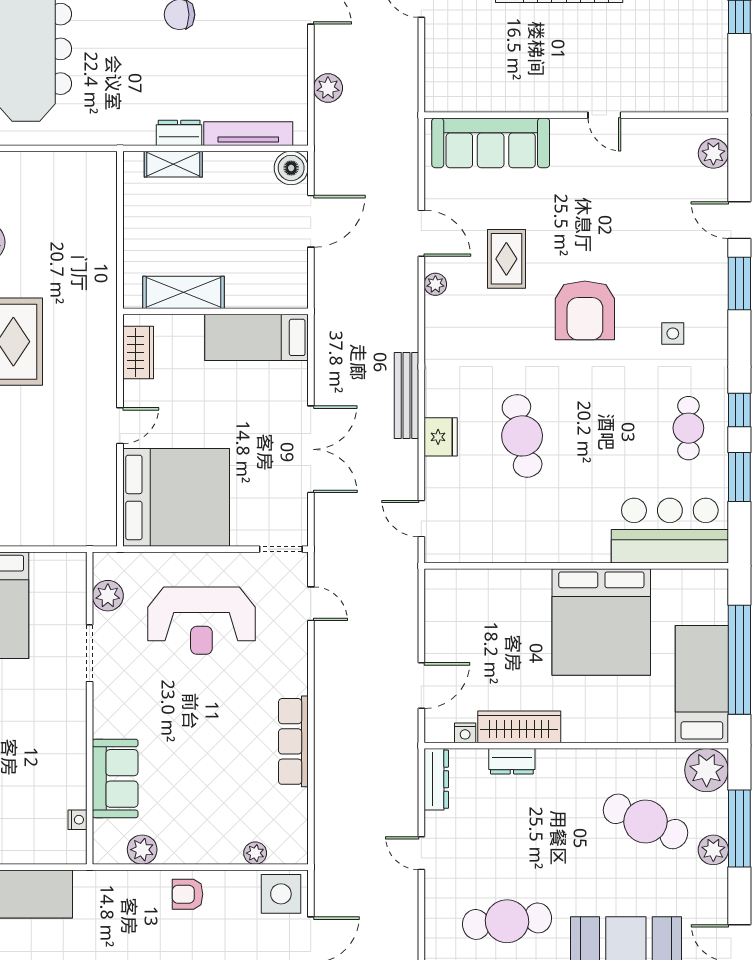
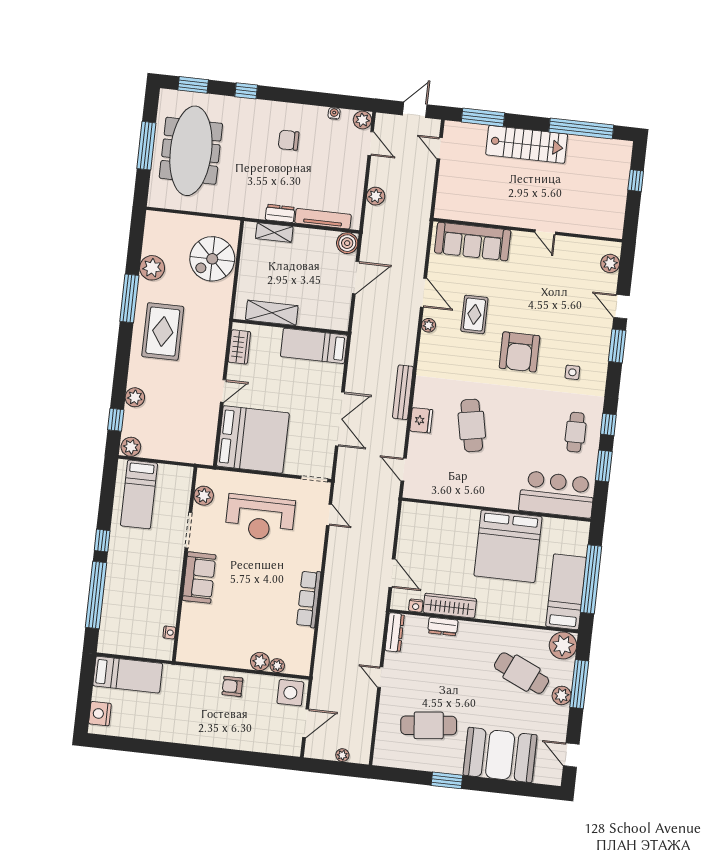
spiral stairs: (79, 217) -> (212, 259), added
door: (421, 686) -> (392, 573), hinge flipped
sofa: (115, 778) -> (199, 578), moved
plant: (142, 850) -> (260, 661), moved

